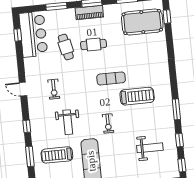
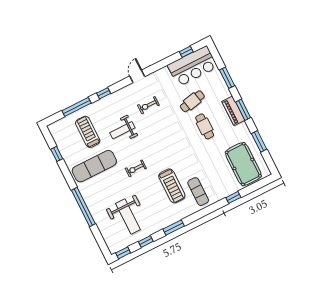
window: (167, 17) -> (233, 197), moved
exercise mat: (111, 78) -> (198, 192), moved
weight bench: (150, 148) -> (128, 217), width x1.36, depth x1.33
window: (30, 156) -> (77, 107), width x1.44

